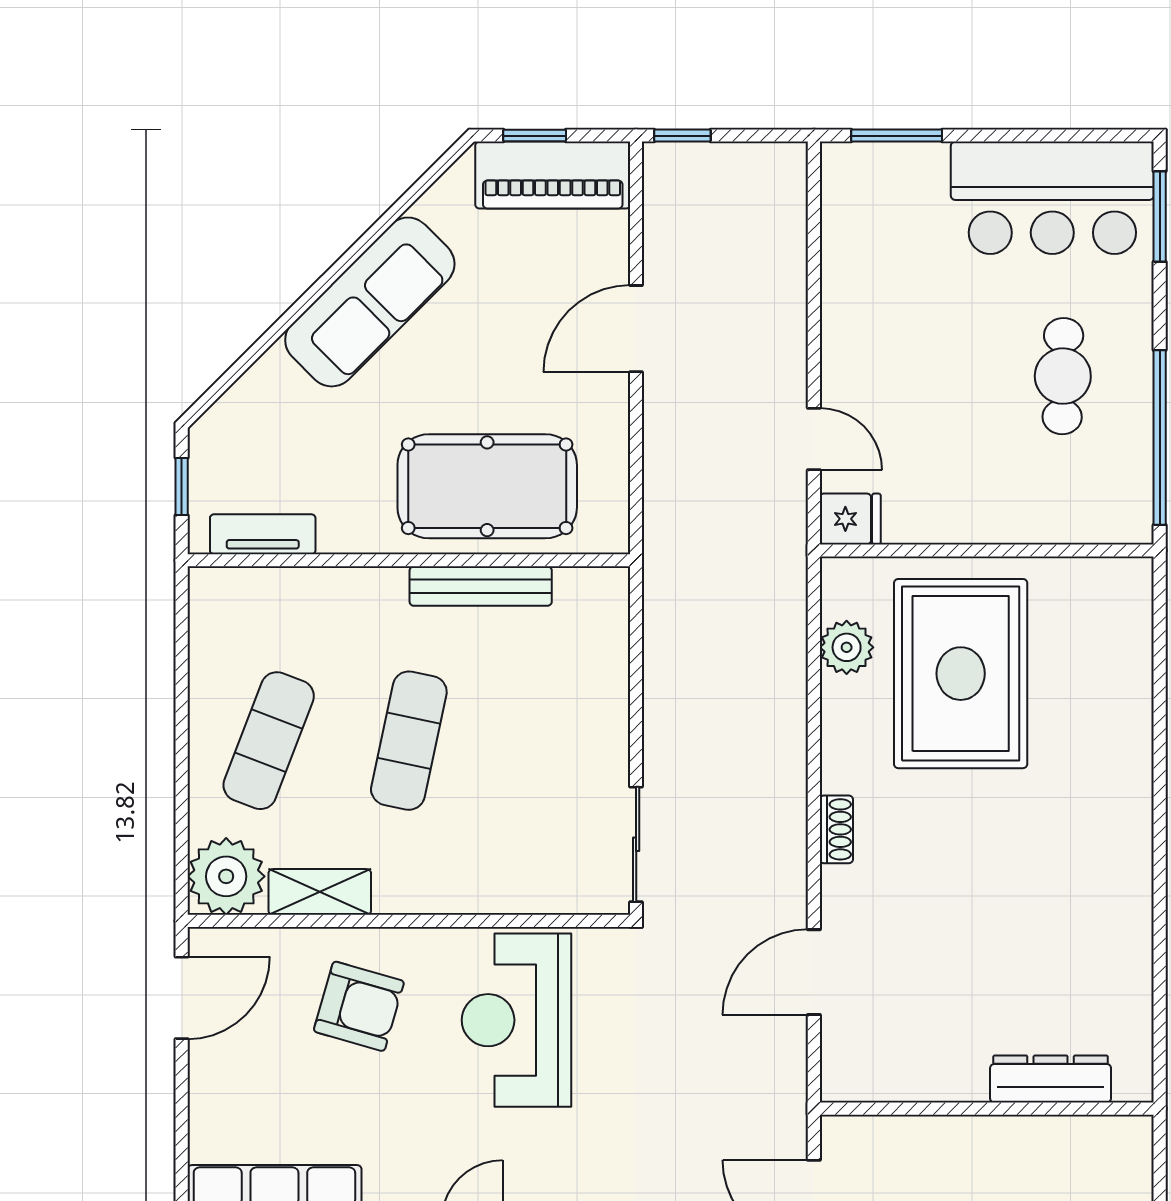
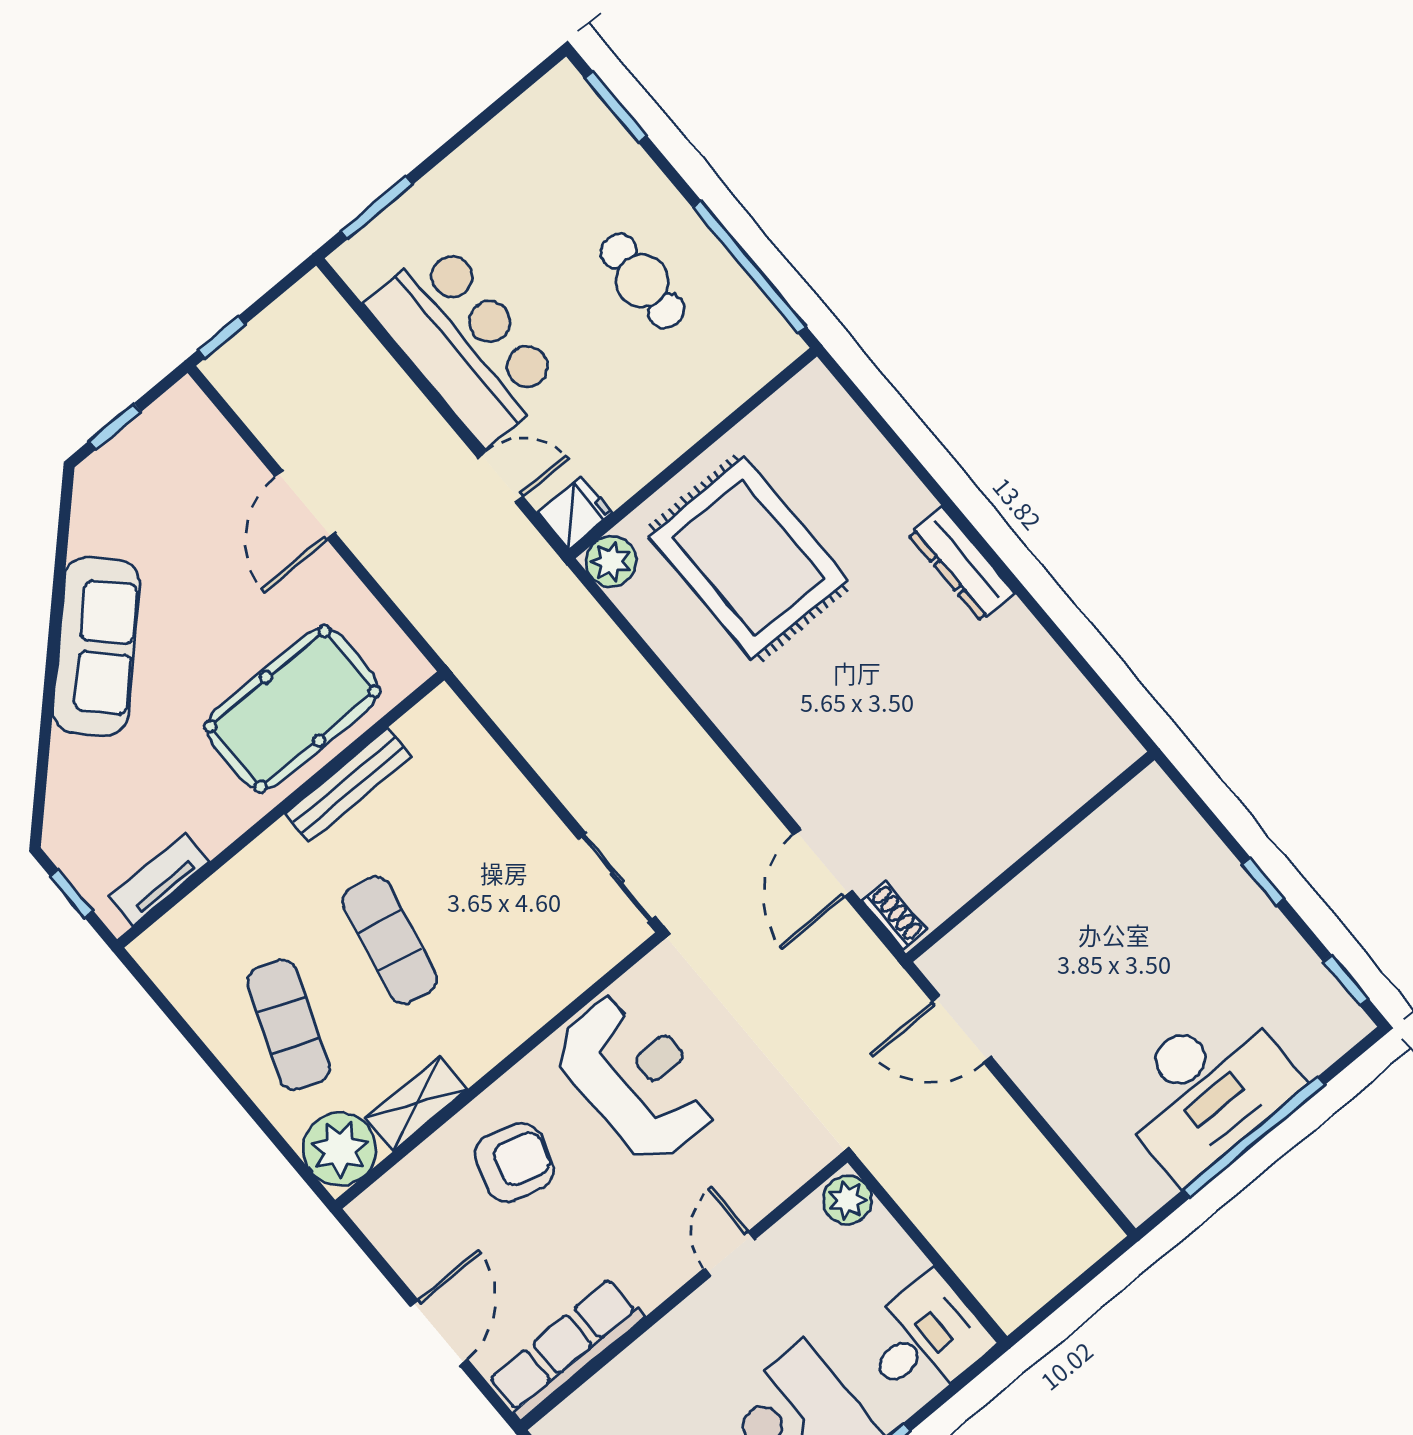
piano: (553, 175) -> (152, 444), removed
bar counter: (1052, 198) -> (464, 343), moved, turned -90
plant: (847, 647) -> (611, 562), moved
shoe rack: (836, 829) -> (894, 915), moved
door: (182, 998) -> (439, 1333), moved
reception desk: (516, 1020) -> (637, 1077), turned 180
dresser: (1051, 1079) -> (961, 564), moved, turned -90

